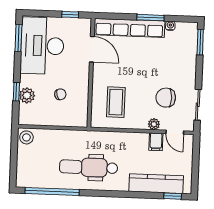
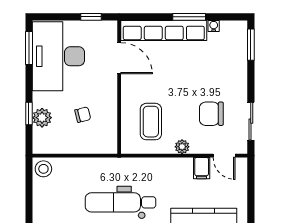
plant: (154, 124) -> (182, 147), moved

